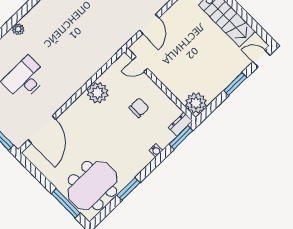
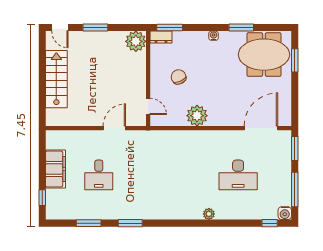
chair: (139, 108) -> (179, 77), turned 66
water cooler: (156, 150) -> (214, 36), moved
window: (66, 203) -> (295, 60), width x0.69

